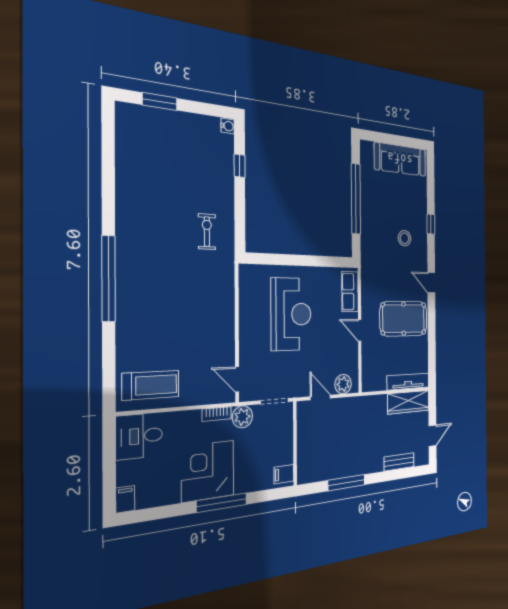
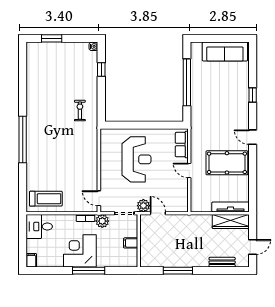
stool: (405, 238) -> (228, 106), removed
plant: (343, 384) -> (143, 206), moved
filing cabinet: (284, 474) -> (131, 243), moved

